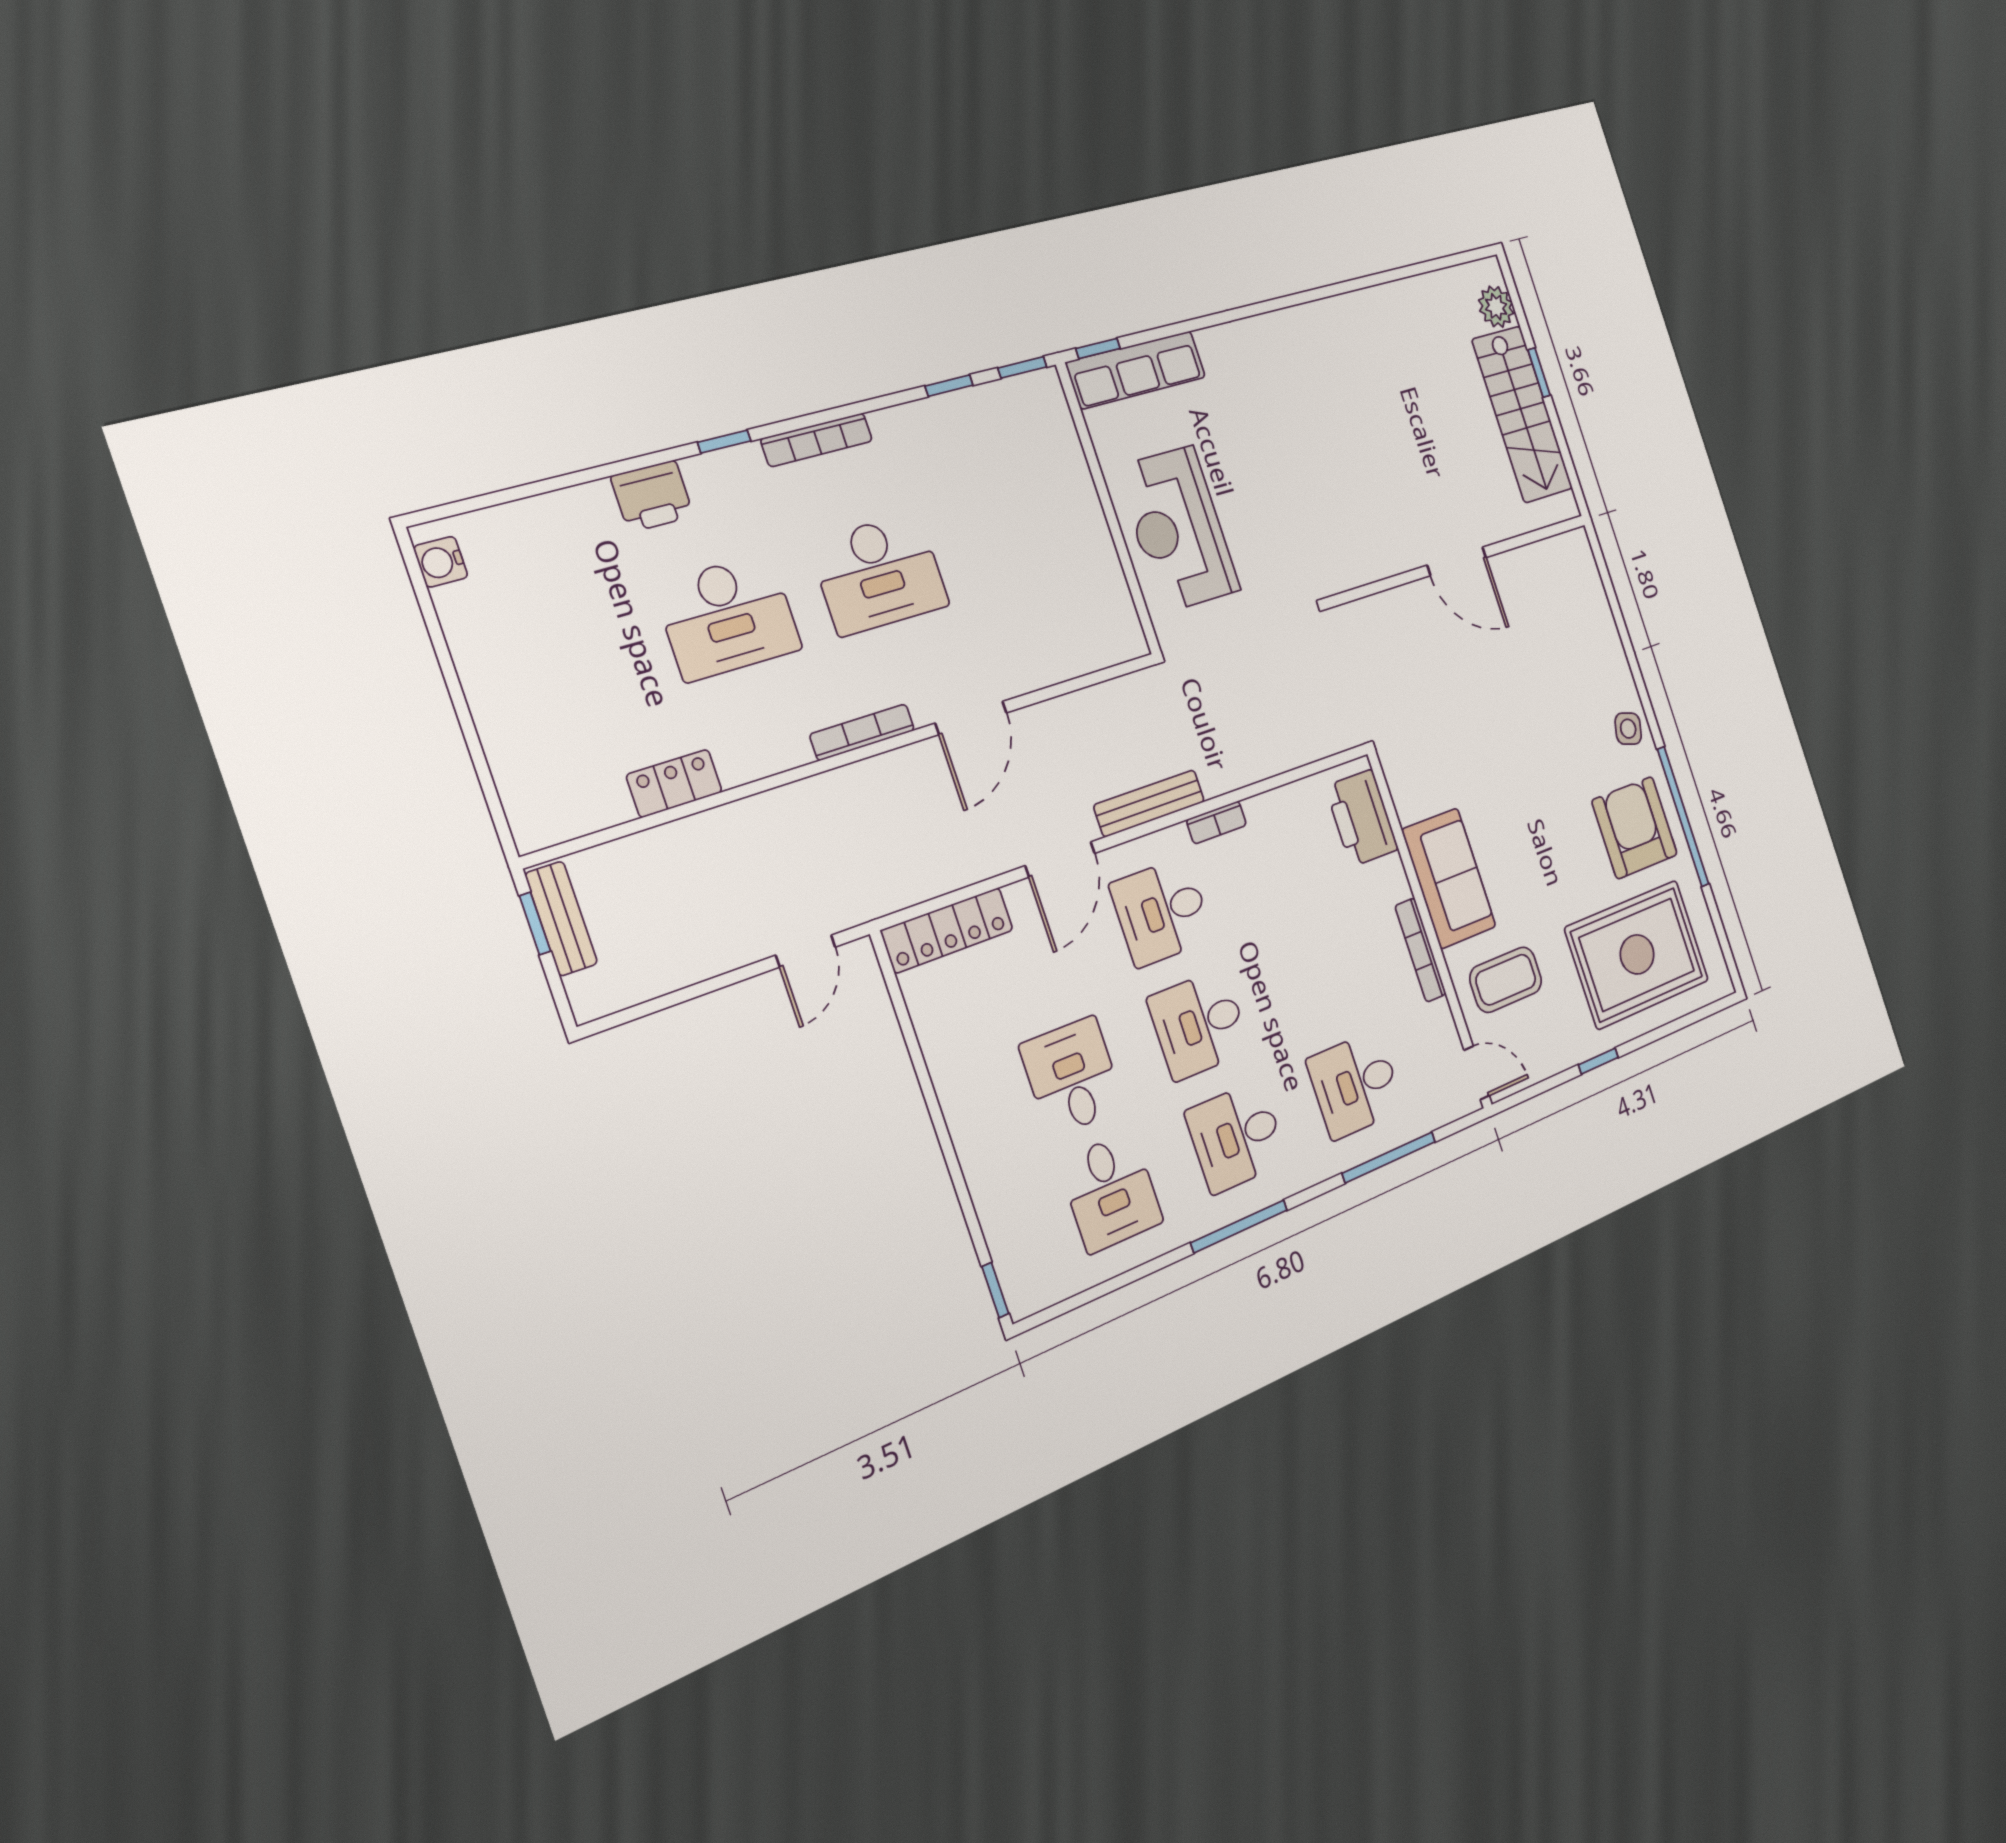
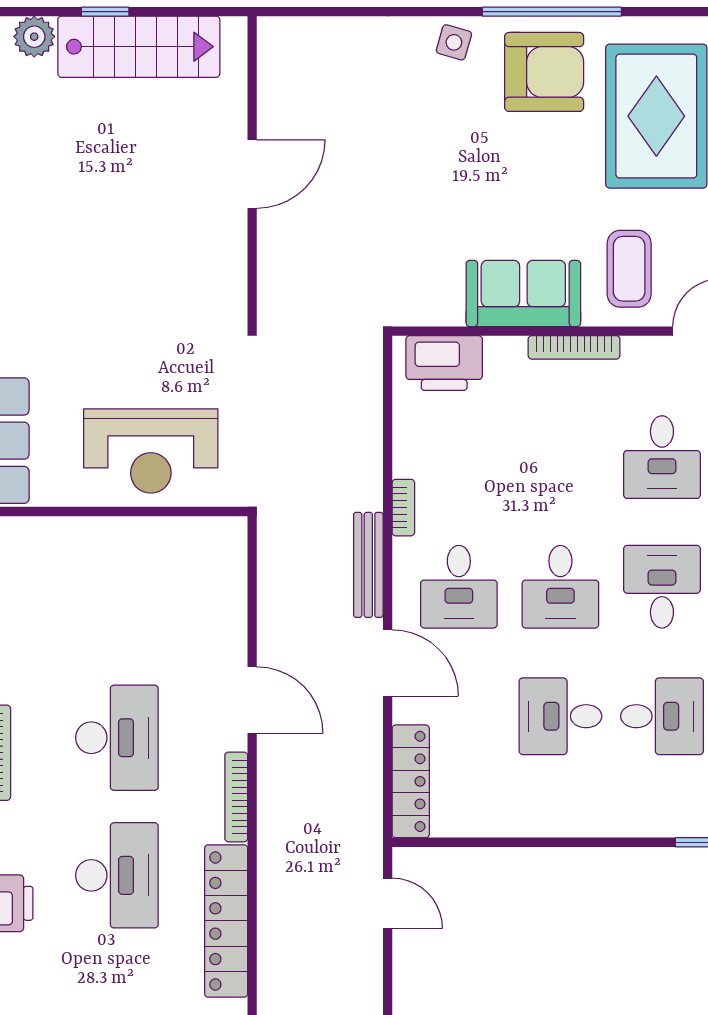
locker: (674, 783) -> (226, 921), width x2.16, depth x1.21
armchair: (1635, 828) -> (544, 72), turned 180
desk: (1237, 1137) -> (662, 587), turned 180

